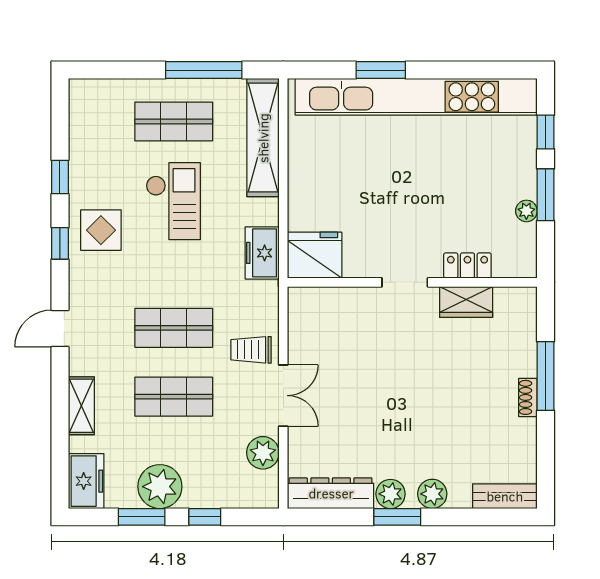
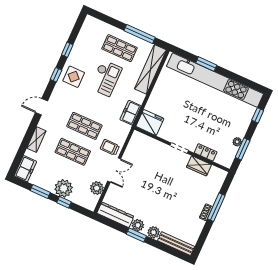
window: (546, 195) -> (243, 149), moved
plant: (160, 487) -> (64, 188), moved
bench: (505, 496) -> (176, 244), width x1.36

